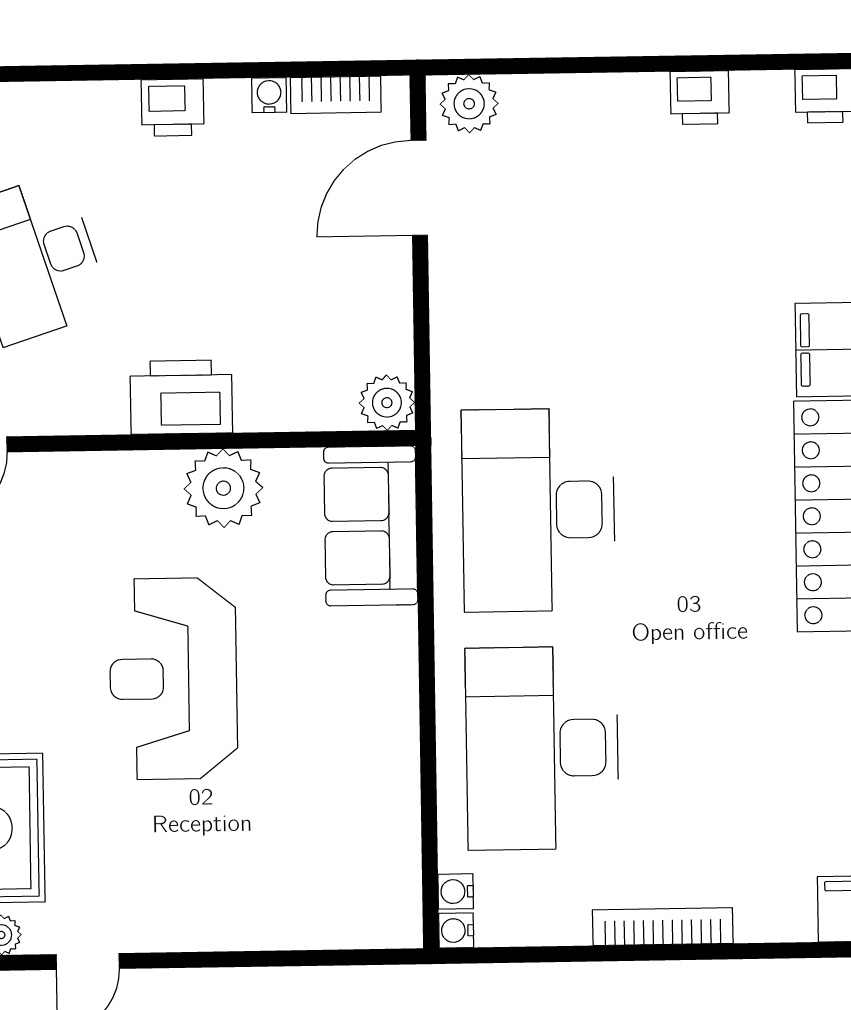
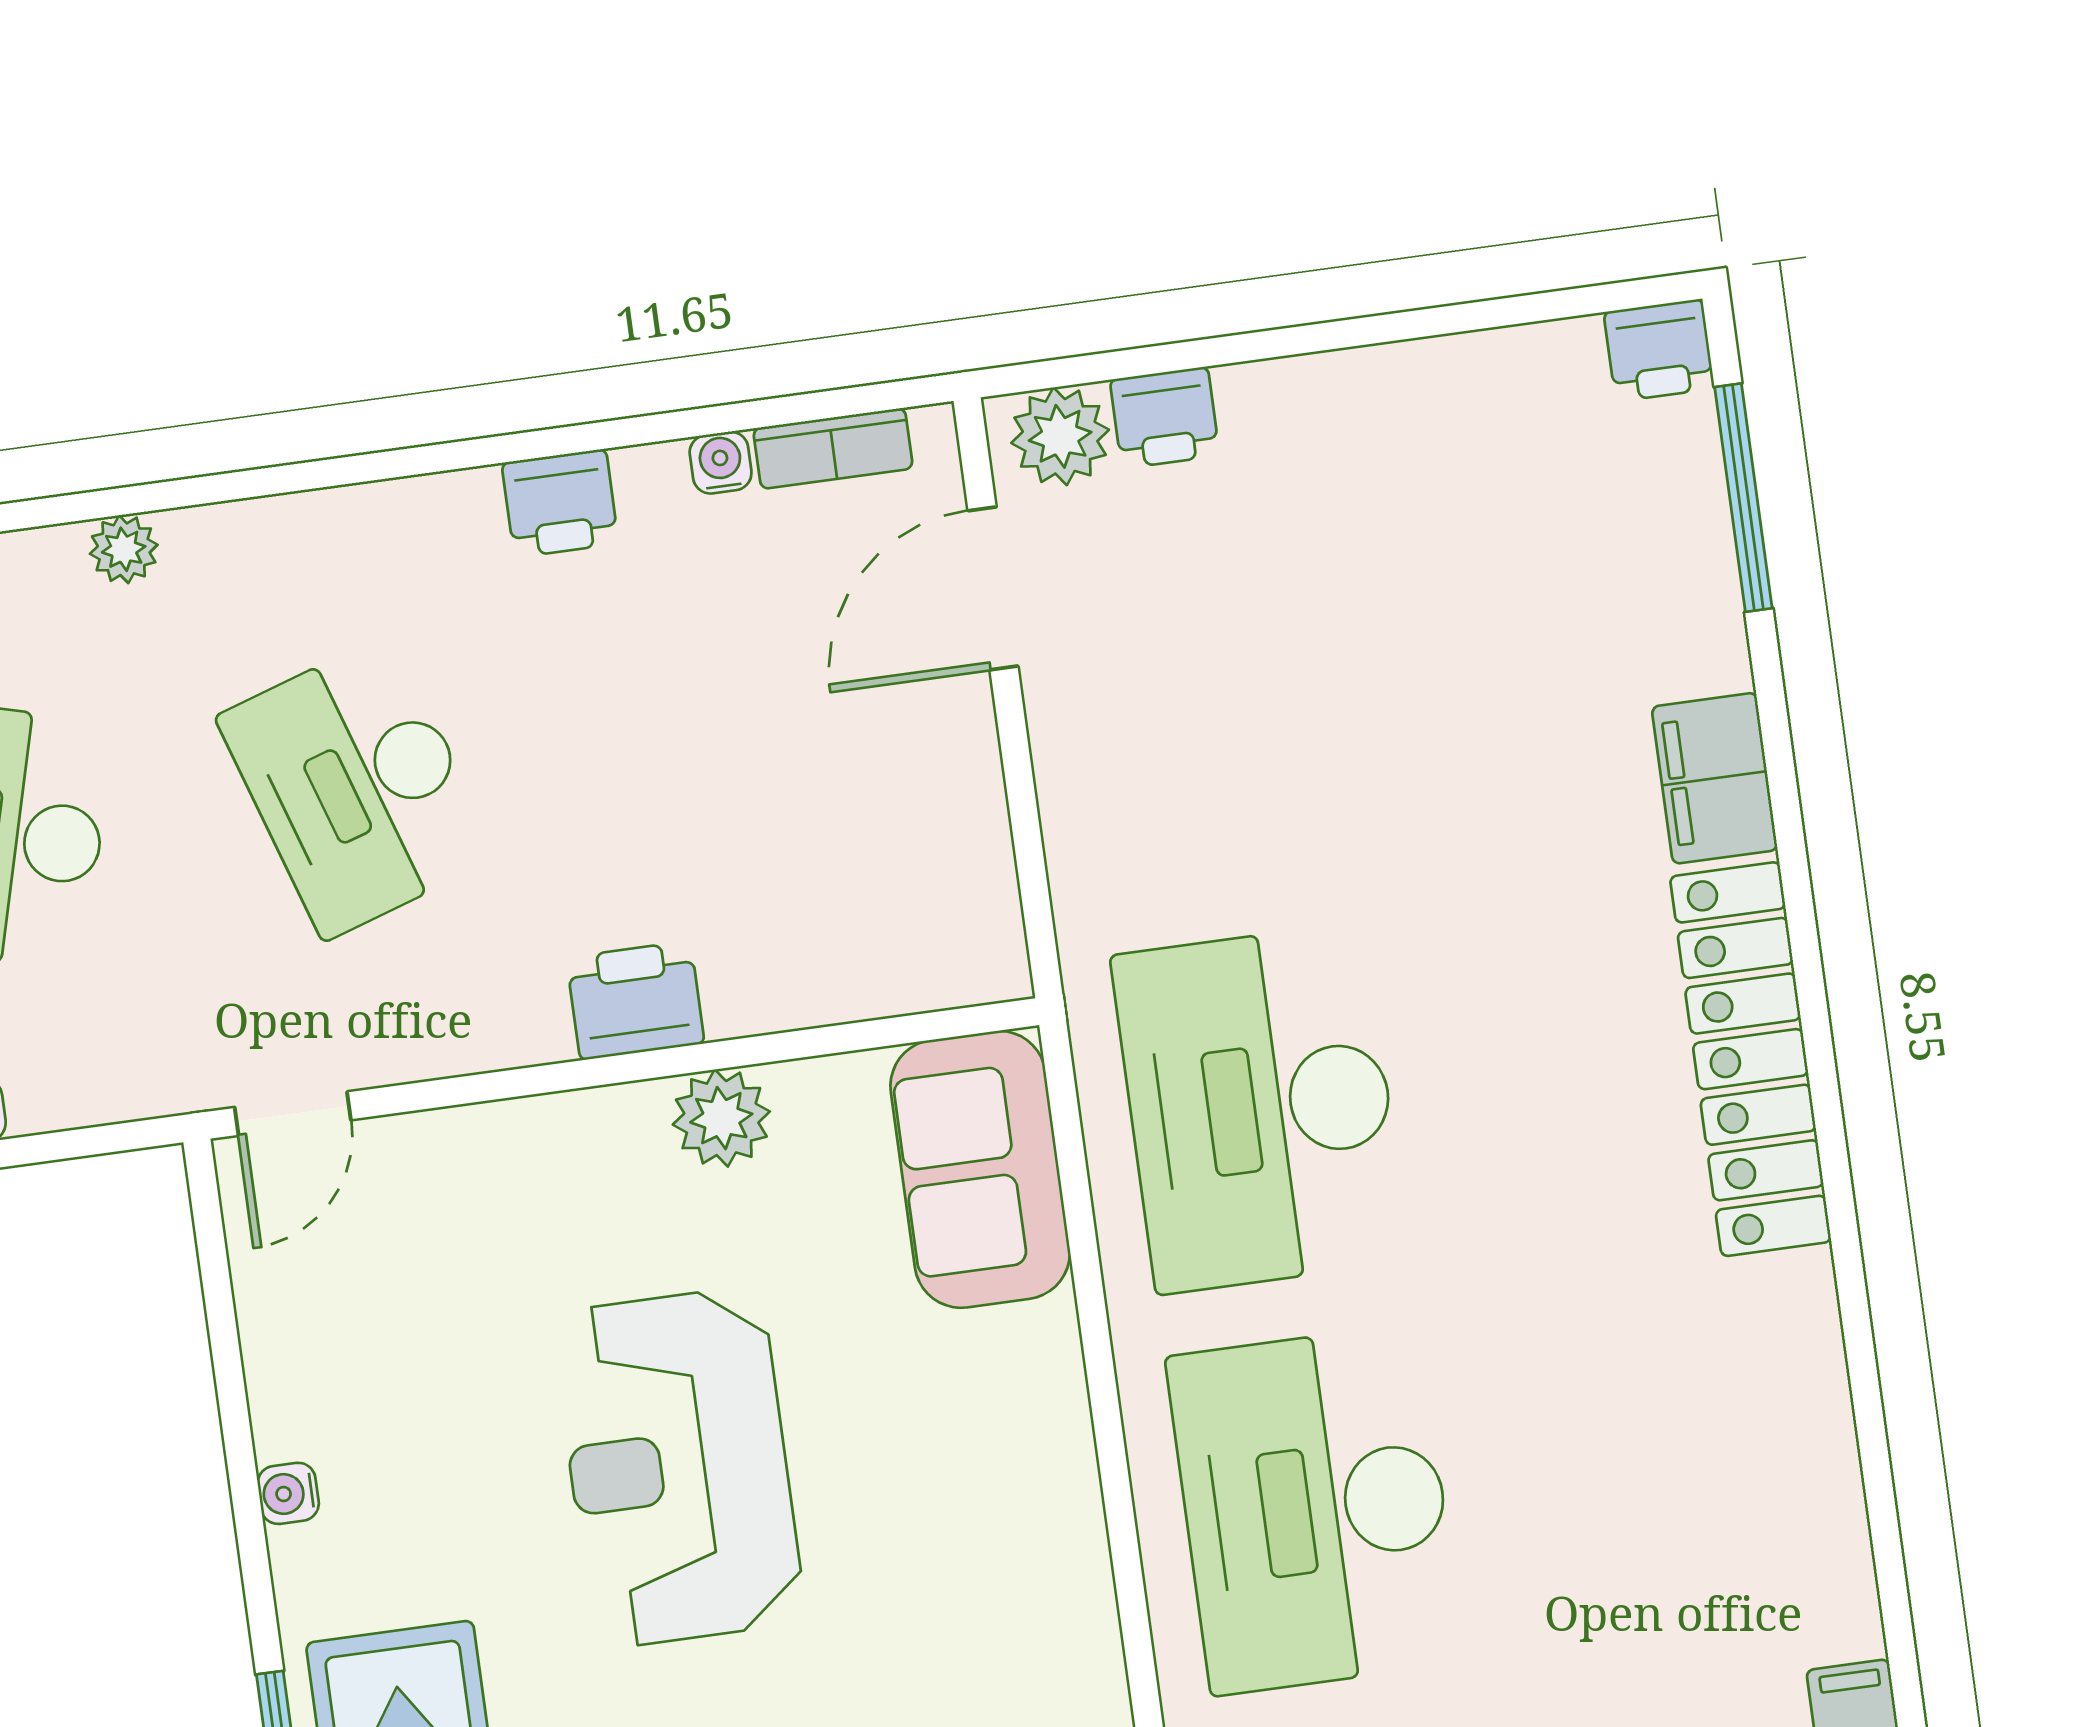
printer: (700, 98) -> (1165, 418), moved
printer: (181, 397) -> (635, 1001), width x0.73, depth x0.84
plant: (387, 403) -> (982, 958), removed
plant: (223, 488) -> (721, 1118), width x0.73, depth x0.73

